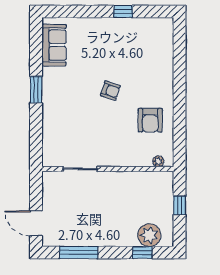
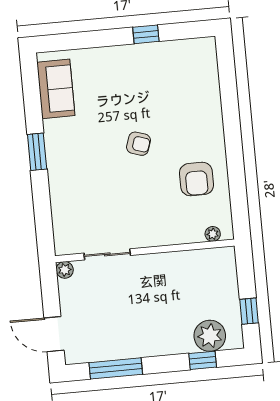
plant: (48, 177) -> (65, 270), added
window: (179, 205) -> (249, 311), moved

